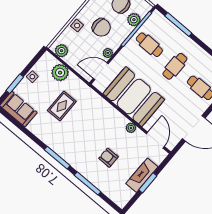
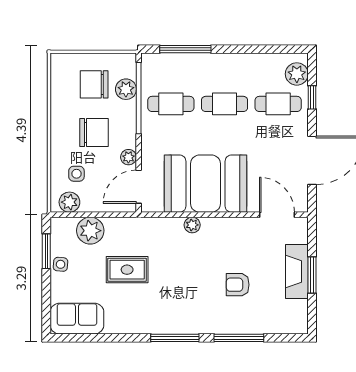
side table: (77, 26) -> (76, 174), moved
cafe table: (175, 66) -> (224, 104), turned 90
window: (15, 84) -> (46, 251), moved
rug: (62, 106) -> (127, 270), turned 90
plant: (131, 128) -> (192, 225), moved

